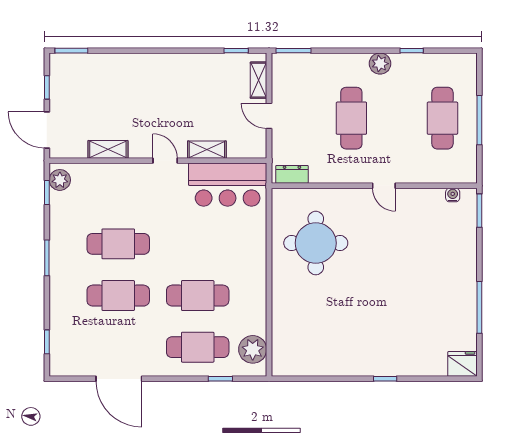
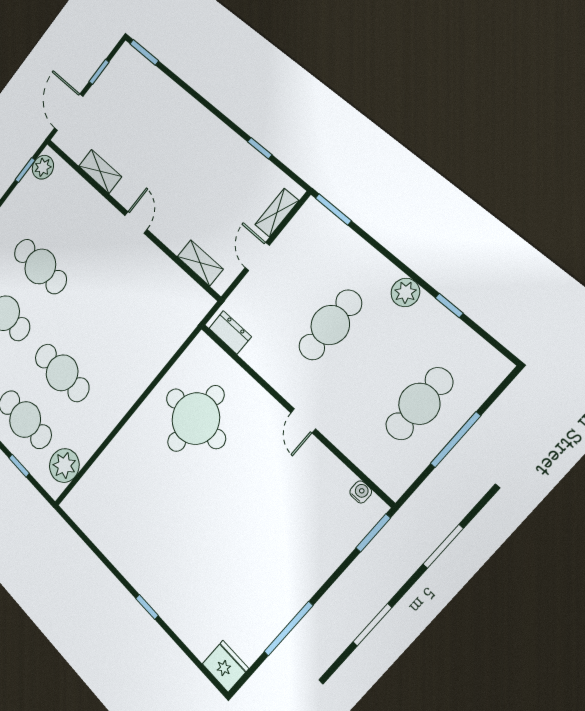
window: (236, 51) -> (260, 148), moved
shelving: (207, 150) -> (200, 263), moved
bar counter: (228, 185) -> (168, 292), removed

